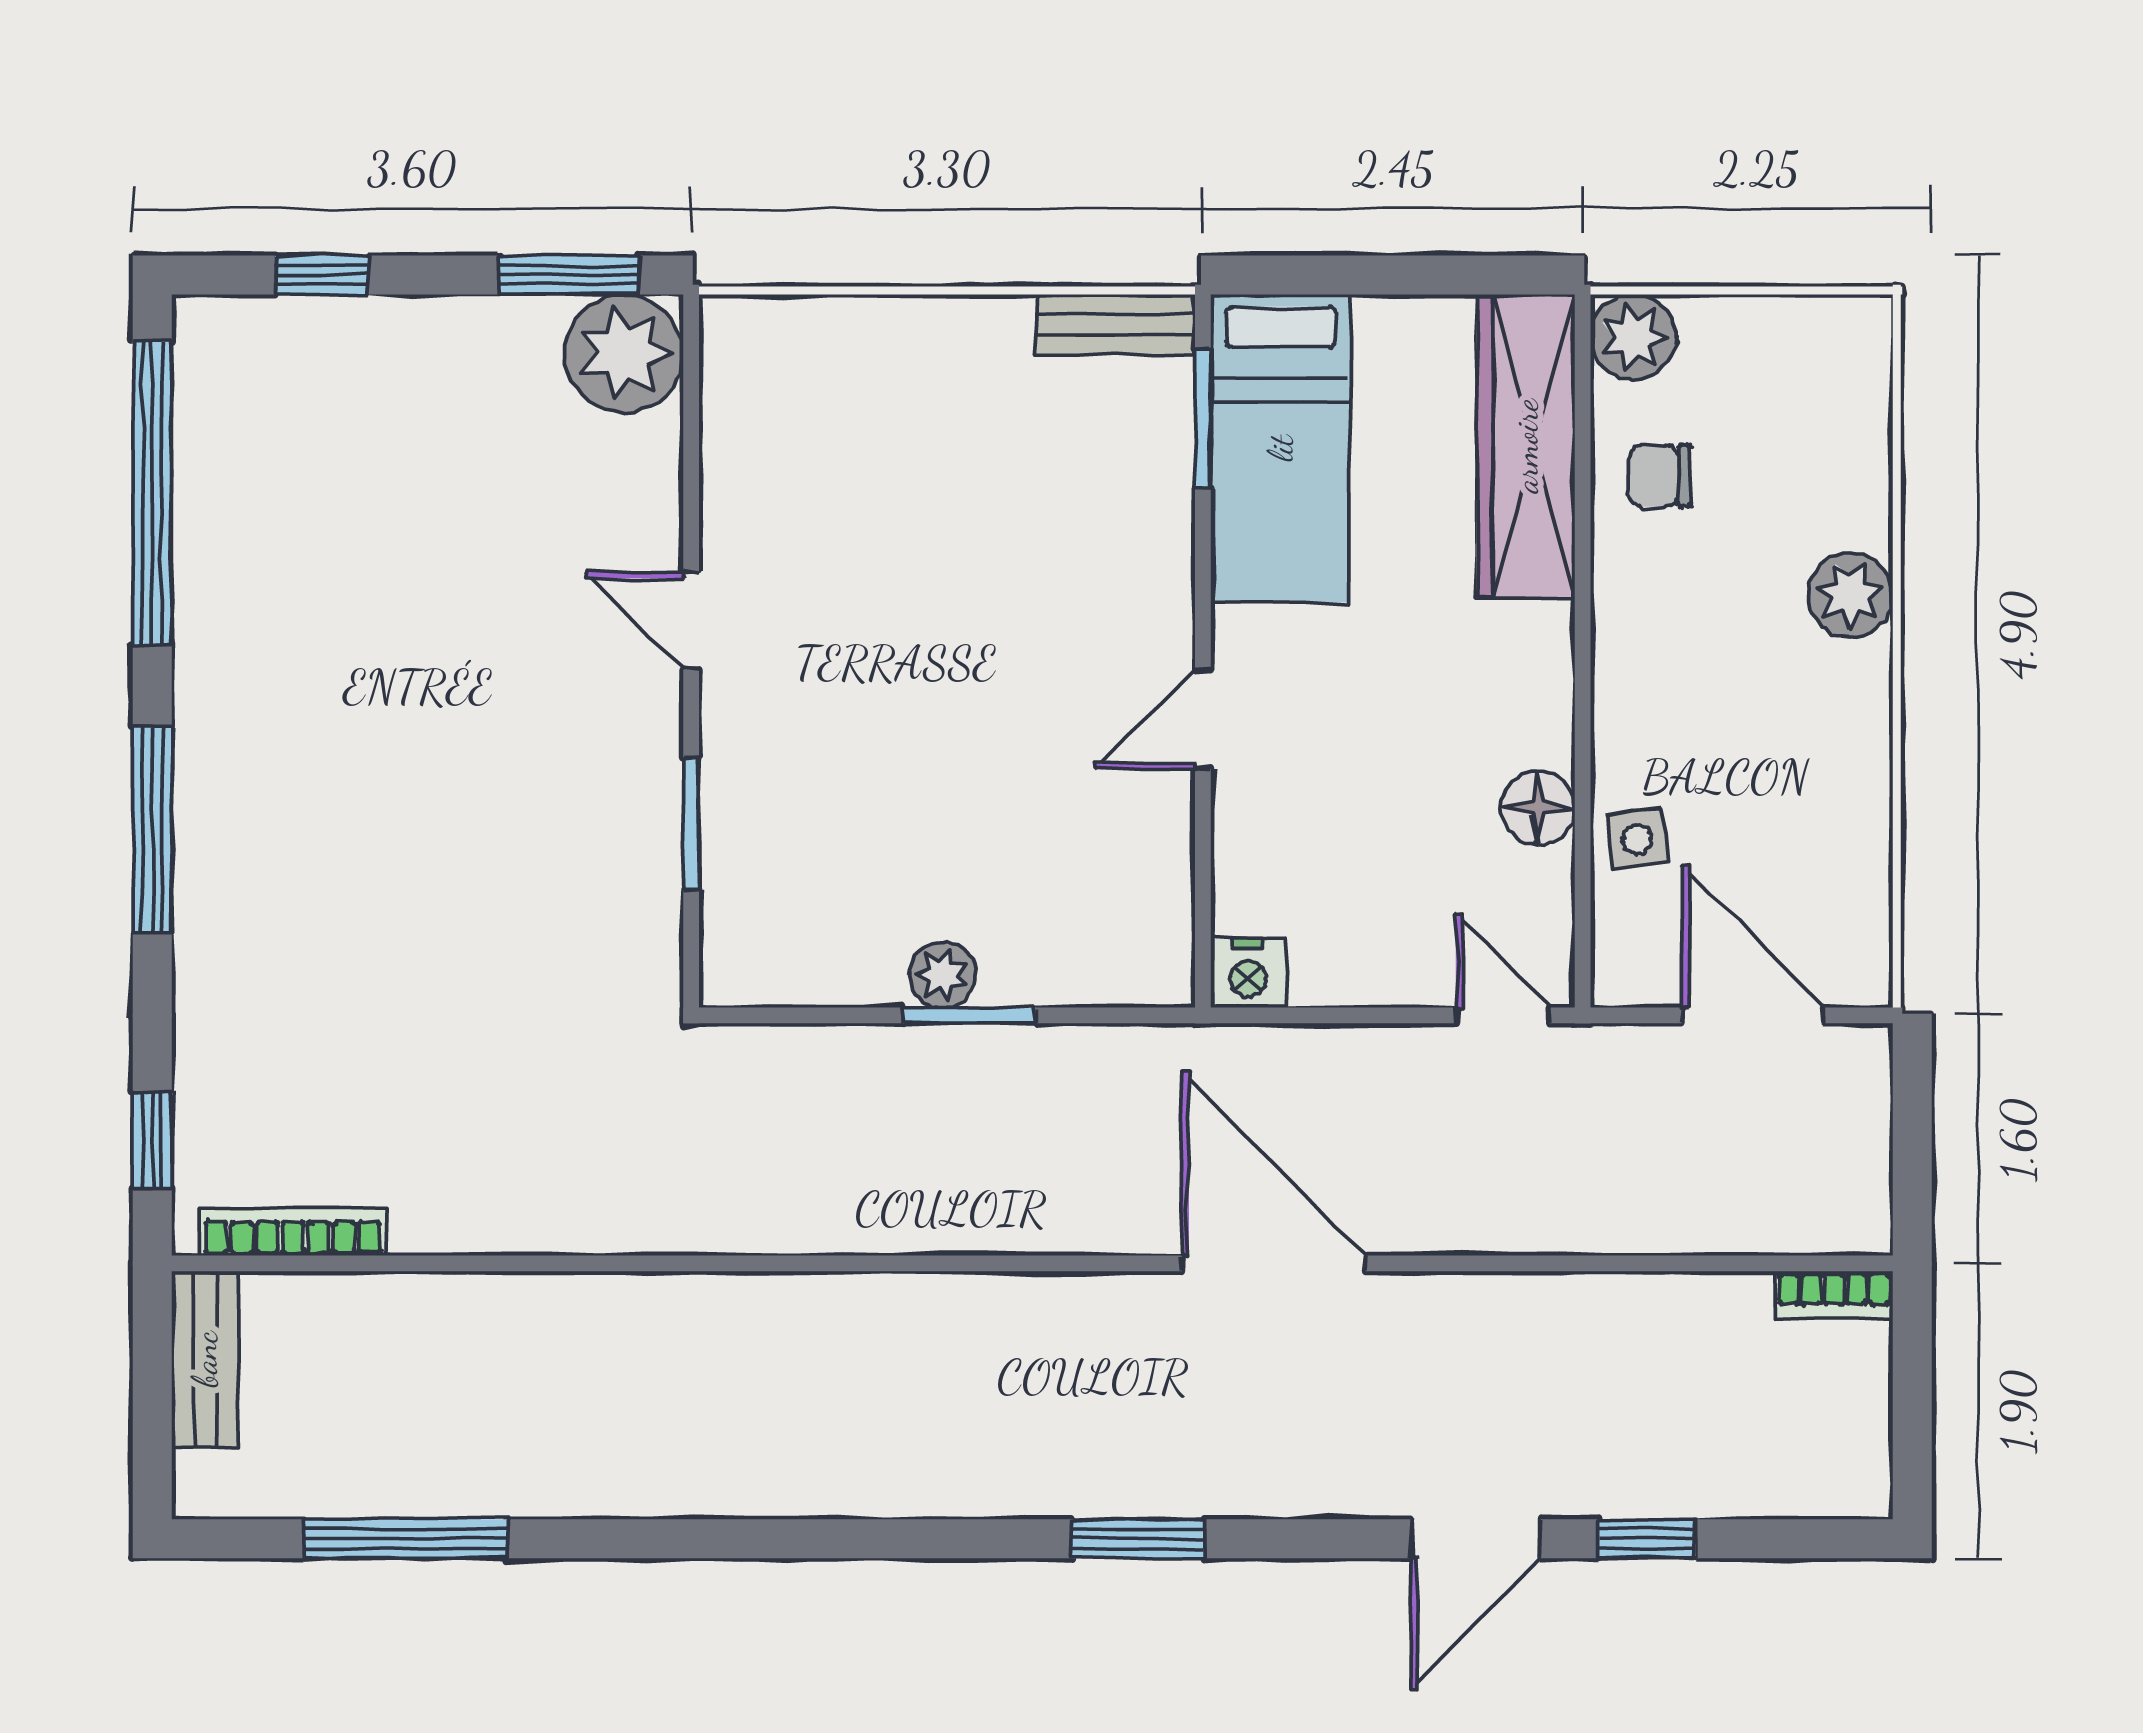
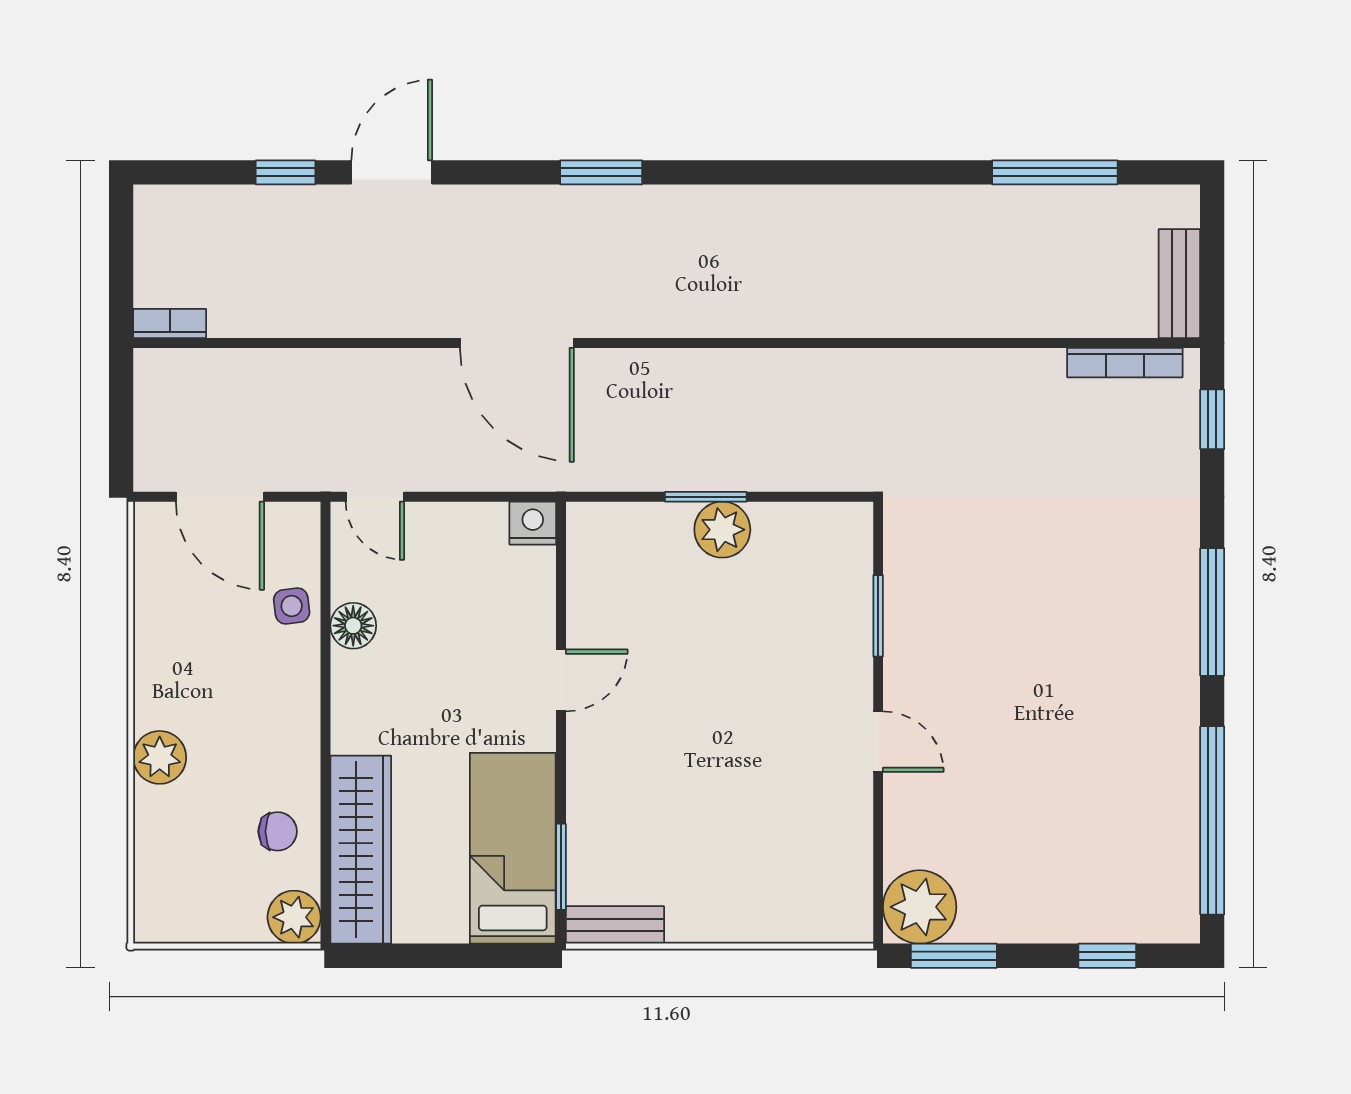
plant: (942, 975) -> (722, 530), width x1.38, depth x1.38

